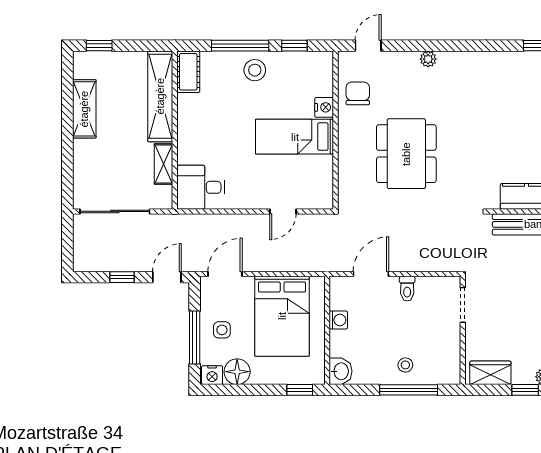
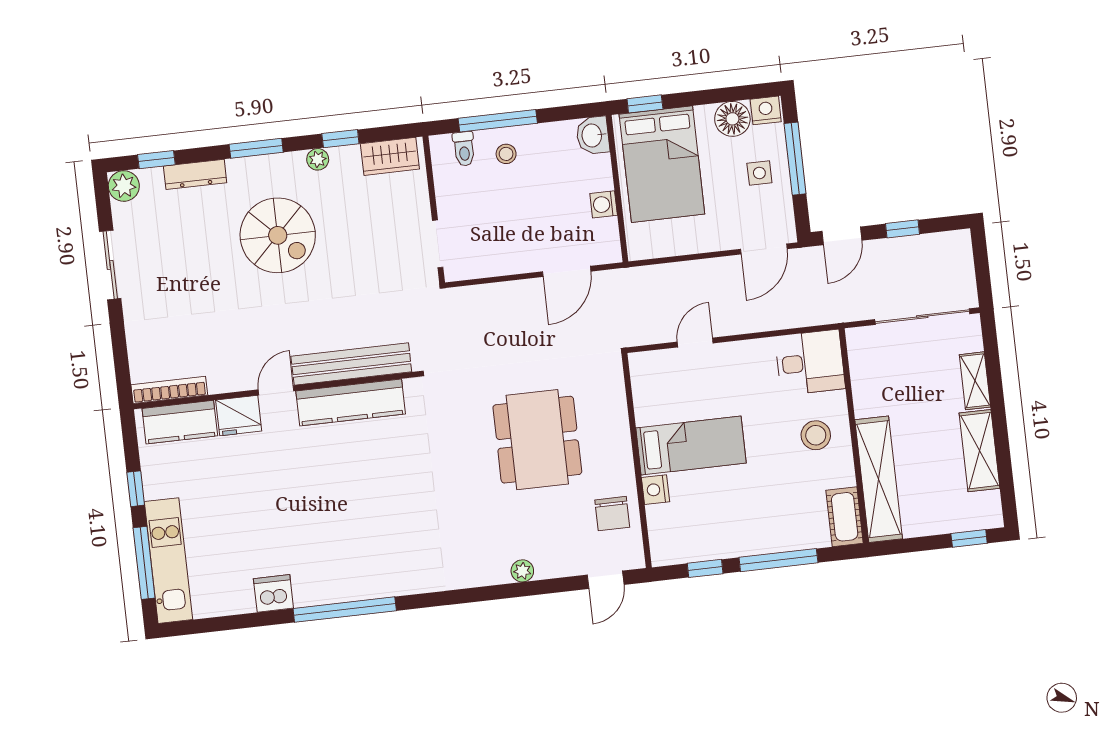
stool: (255, 70) -> (816, 435), moved
shelving: (164, 164) -> (975, 381), moved
toilet: (407, 289) -> (464, 149), moved, turned 180
bed: (282, 316) -> (662, 164), moved, turned 180

